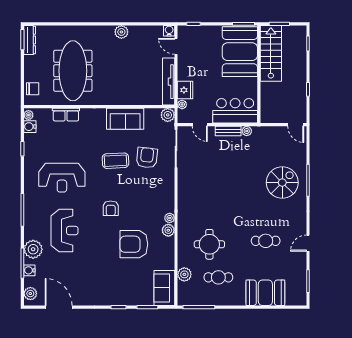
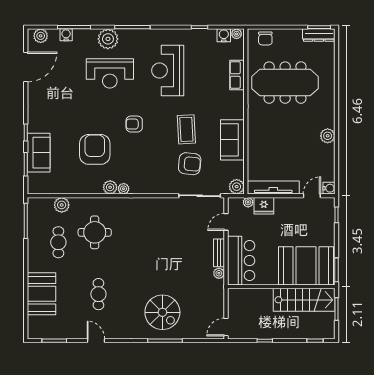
plant: (33, 249) -> (108, 39), moved
sofa: (164, 288) -> (39, 153), moved, turned 90

